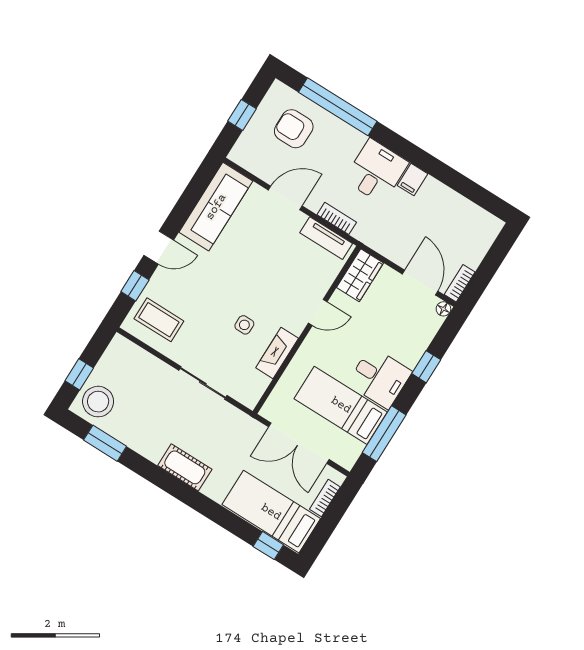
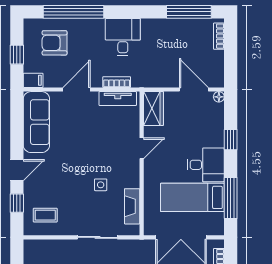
filing cabinet: (413, 180) -> (33, 80), moved, turned -90
window: (470, 190) -> (189, 12), added
bookcase: (460, 283) -> (219, 36), moved
coffee table: (159, 320) -> (45, 215), width x0.73, depth x0.77
fireplace: (277, 353) -> (132, 206), moved

